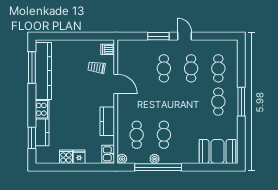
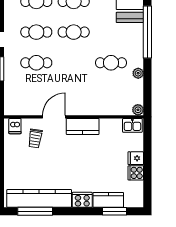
kitchen counter: (107, 121) -> (83, 127), moved
cafe table: (137, 135) -> (74, 32), moved
window: (158, 167) -> (147, 32), moved

